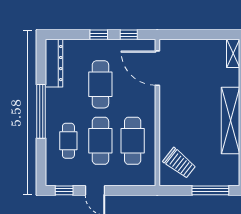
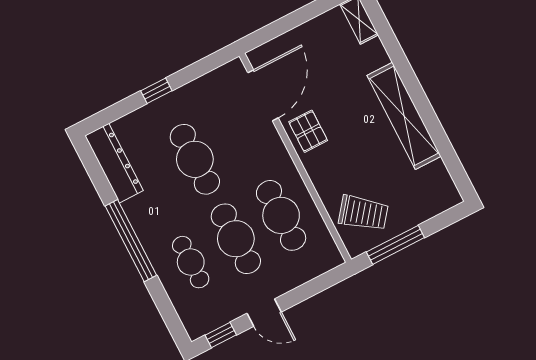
window: (129, 35) -> (198, 69), removed
door: (157, 68) -> (263, 95), swing flipped
pallet: (172, 101) -> (308, 131), added
window: (210, 190) -> (395, 245), moved

